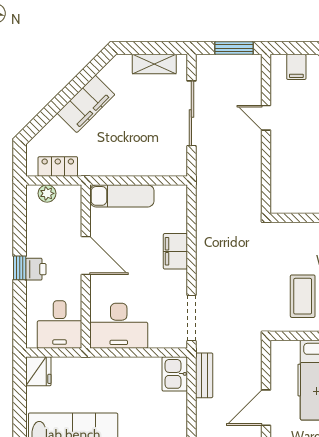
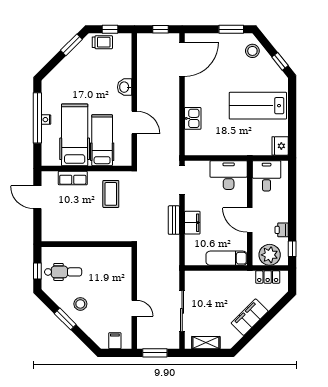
plant: (47, 193) -> (270, 255), width x1.88, depth x1.88
window: (20, 268) -> (292, 249), moved
printer: (36, 269) -> (282, 230), moved
kitchen sink: (175, 374) -> (193, 118), moved
bench: (204, 375) -> (174, 220), moved
door: (266, 408) -> (134, 123), hinge flipped

